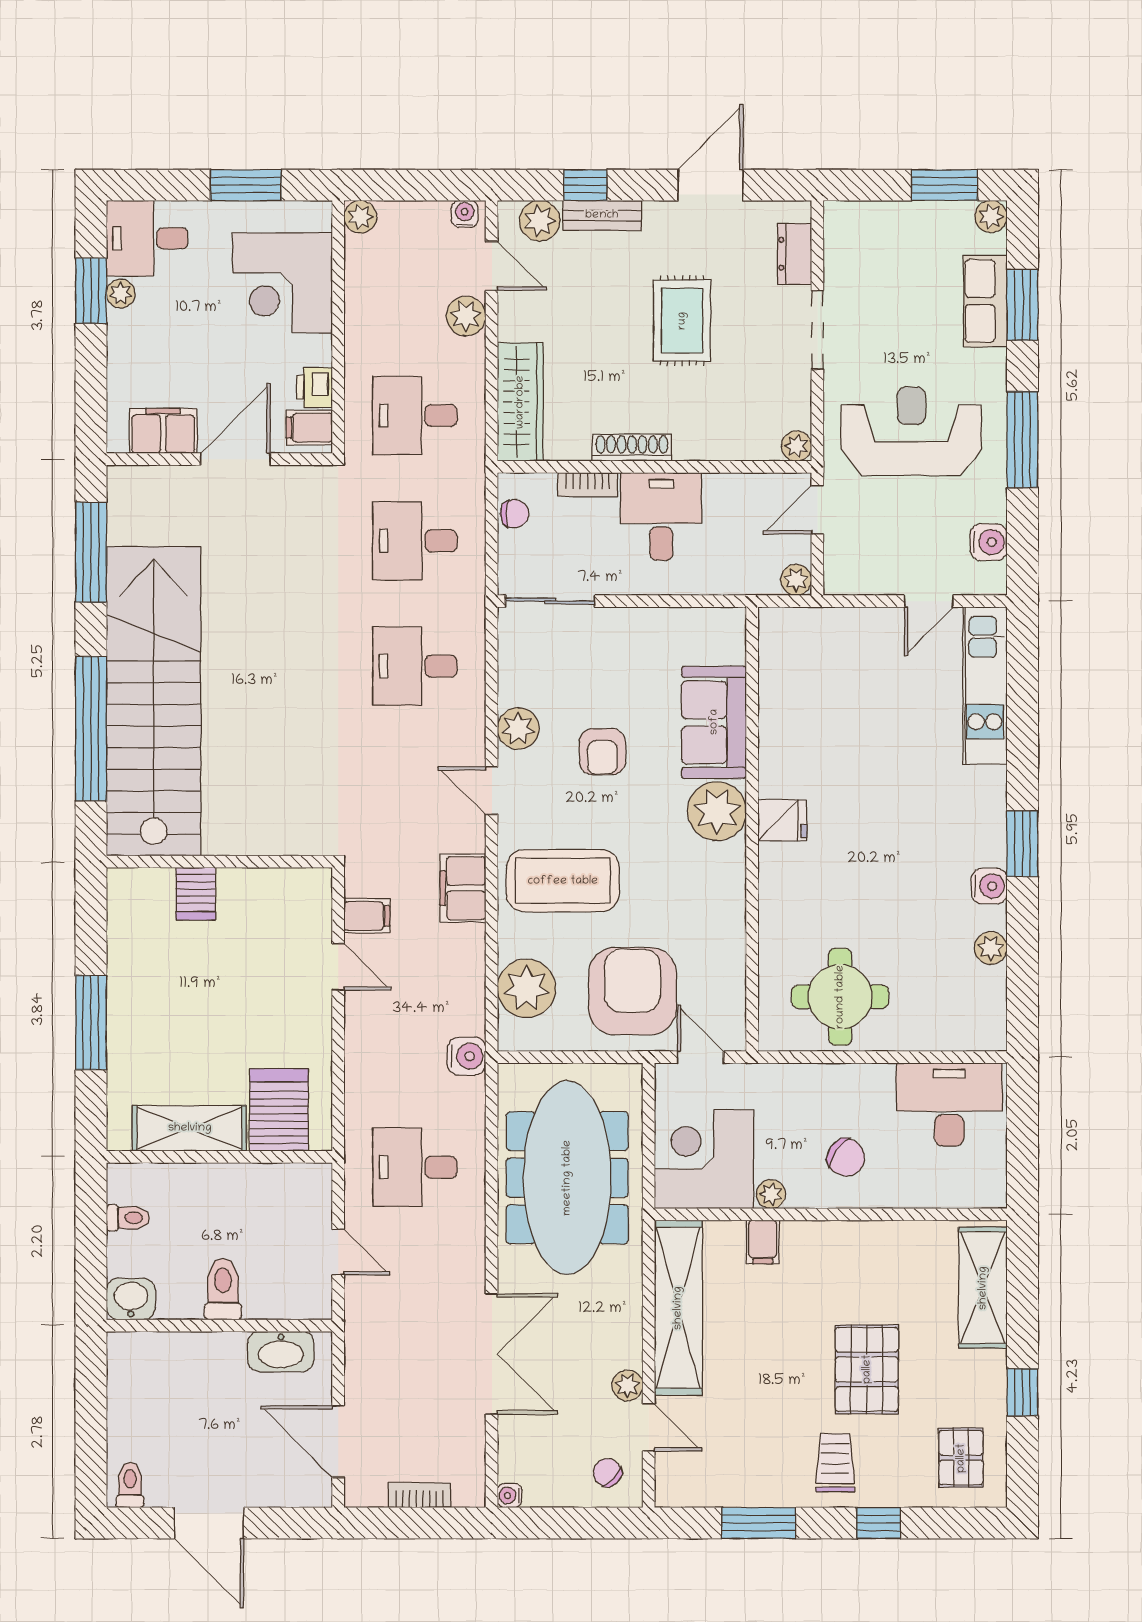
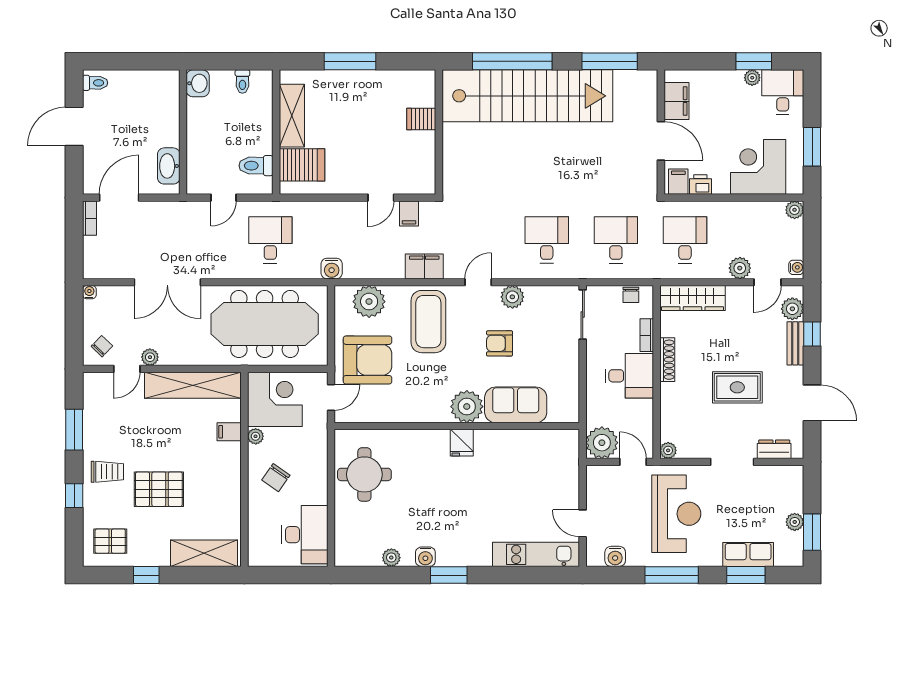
plant: (991, 217) -> (795, 522), moved
plant: (796, 580) -> (602, 443), width x1.87, depth x1.87
toilet: (223, 1289) -> (256, 166), moved, turned 180
bookcase: (419, 1495) -> (90, 218), moved

